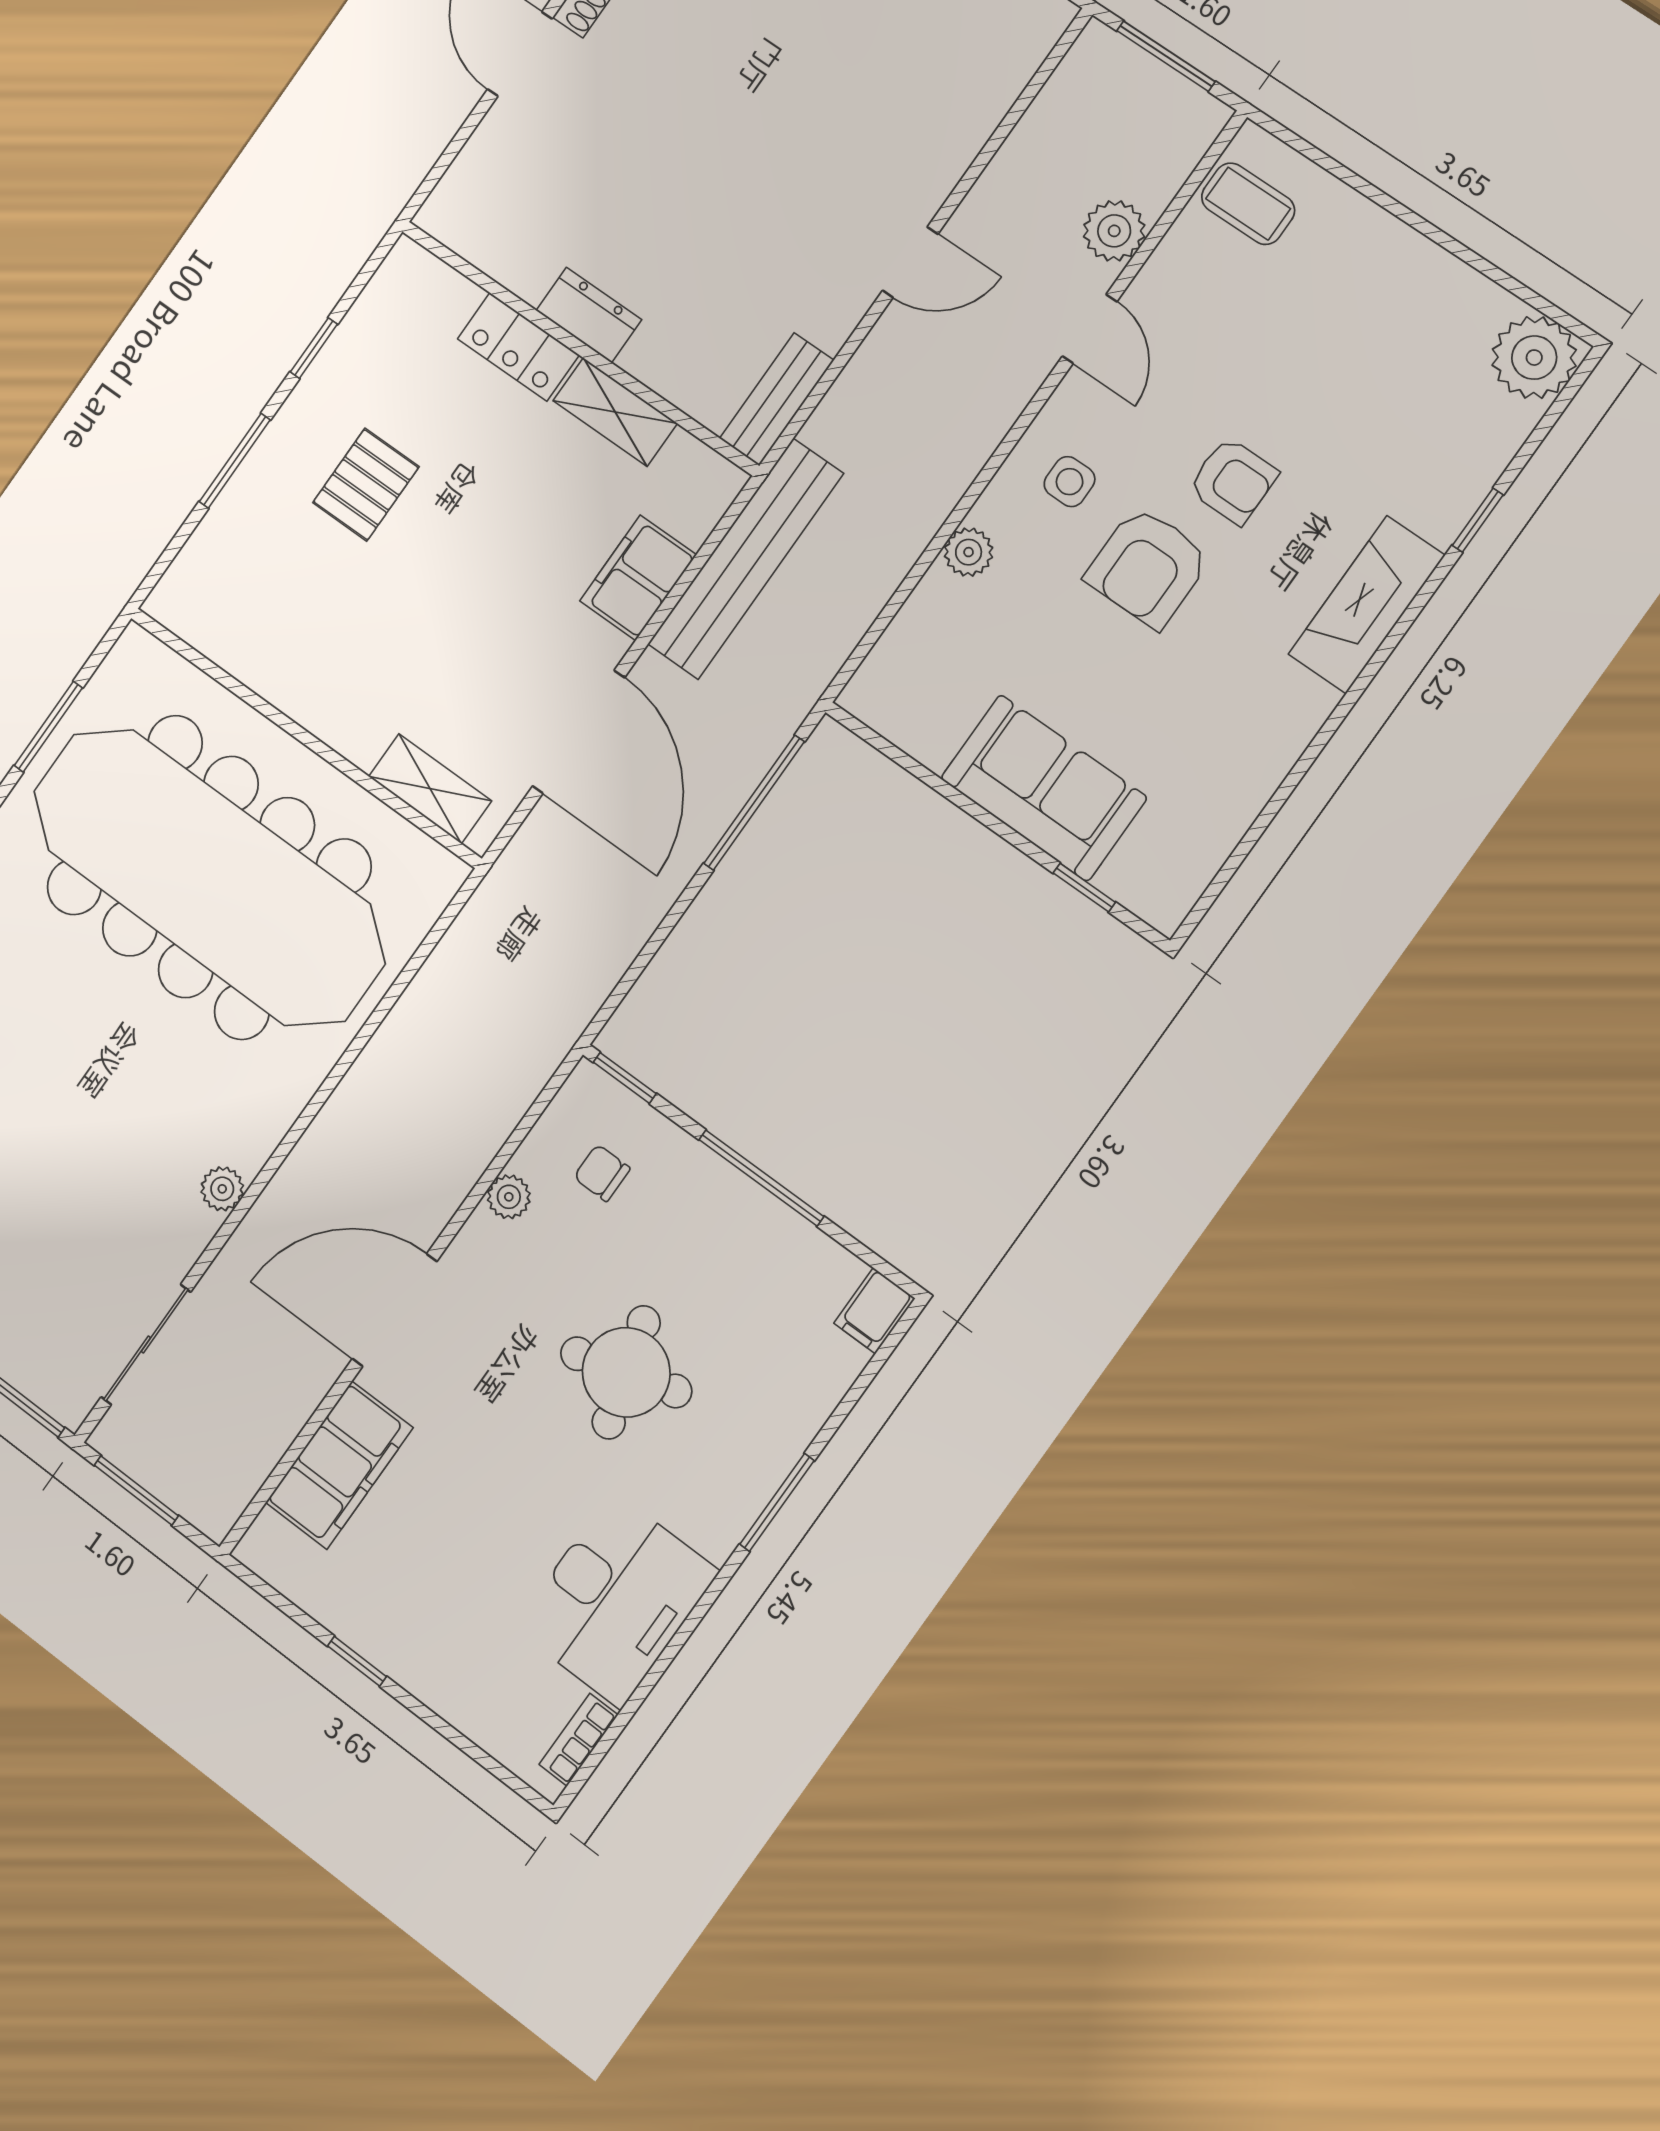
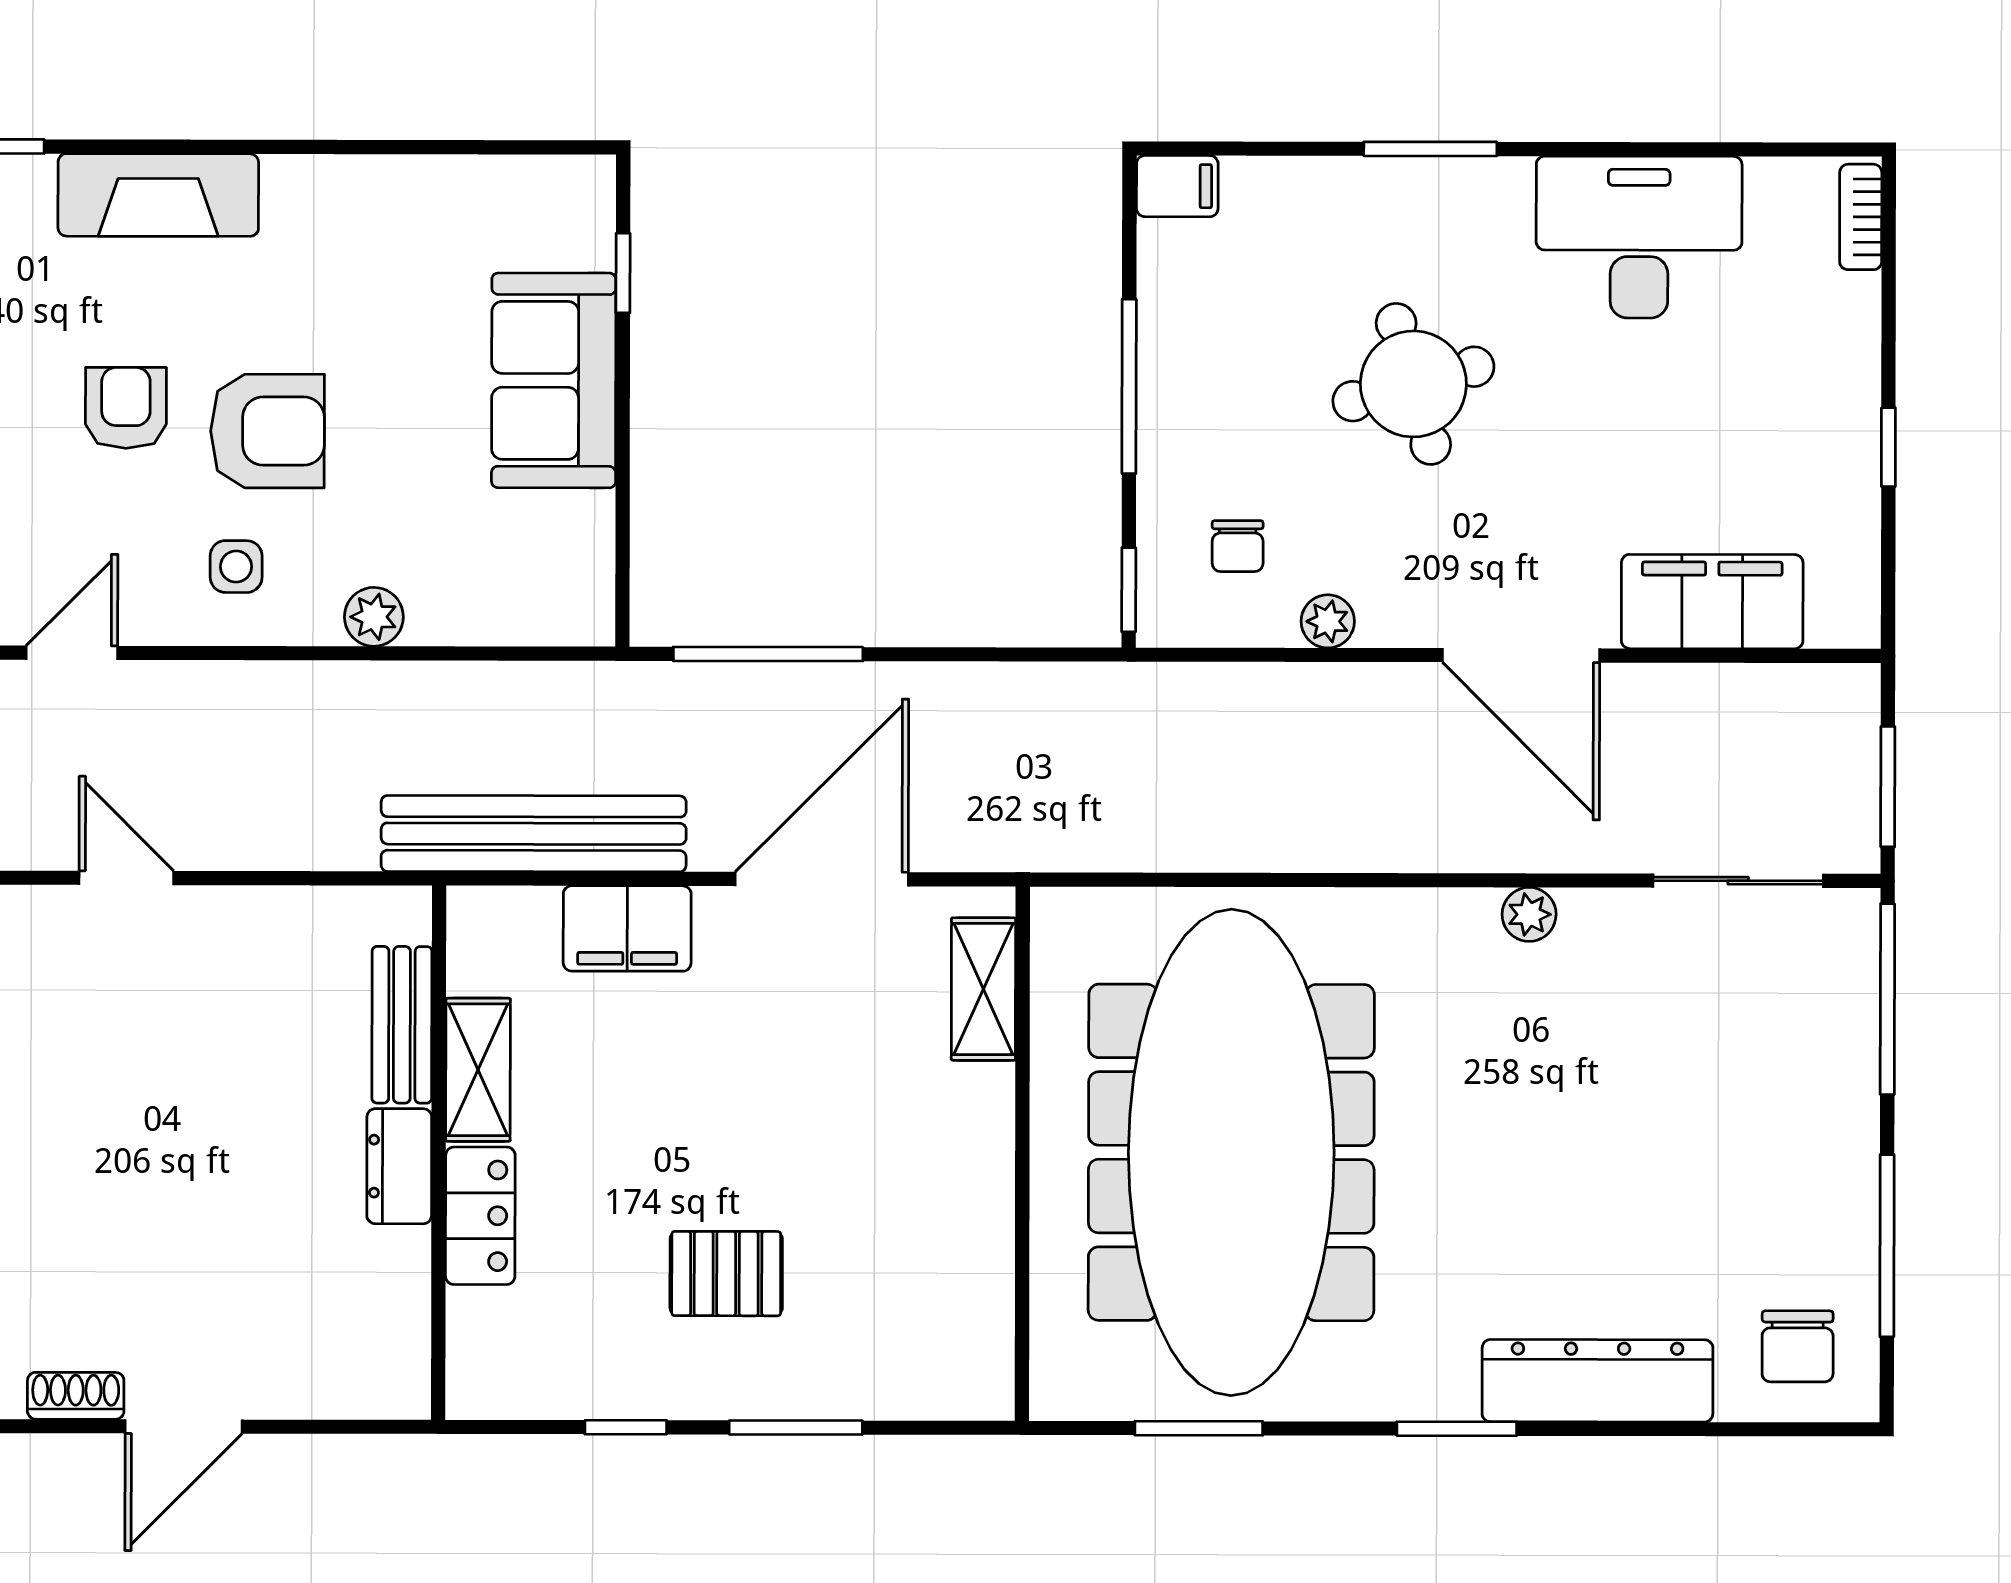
bench: (777, 399) -> (402, 1025), moved, turned 90
bookcase: (579, 1740) -> (1861, 217), moved, turned 90

